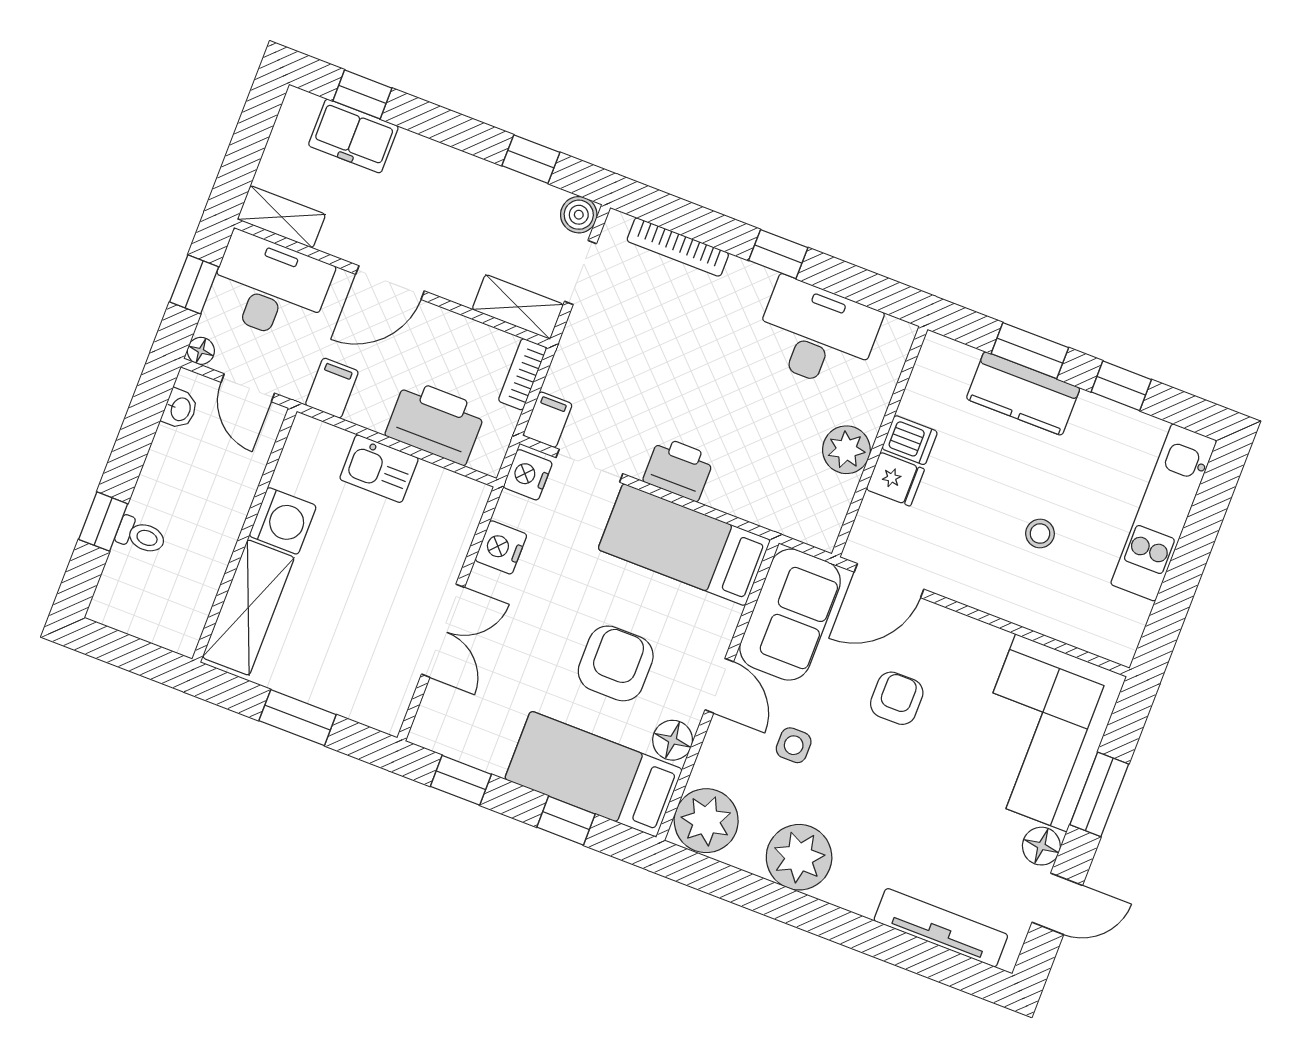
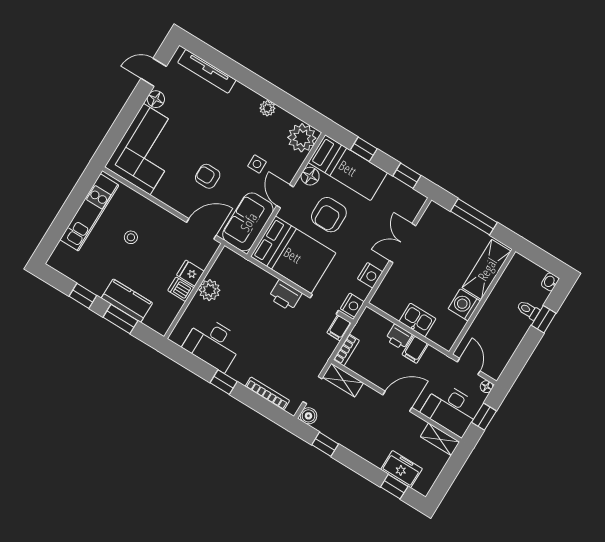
filing cabinet: (332, 388) -> (415, 349), moved
washbasin: (180, 409) -> (550, 282), moved
printer: (436, 422) -> (399, 337), width x0.53, depth x0.68
kitchen unit: (1164, 512) -> (89, 212), moved
bed: (684, 545) -> (293, 255), width x1.50
armchair: (897, 698) -> (208, 176), turned 90
window: (298, 718) -> (474, 217), width x1.44
window: (1099, 794) -> (126, 117), removed
plant: (799, 857) -> (267, 108), width x0.53, depth x0.53

